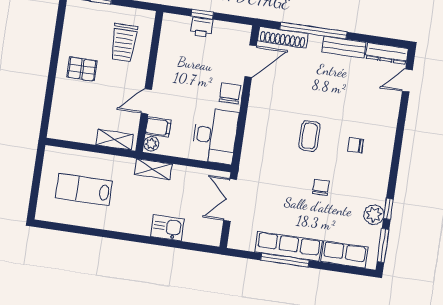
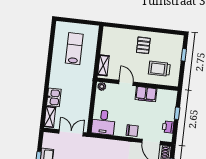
printer: (202, 27) -> (168, 127), moved
filing cabinet: (158, 127) -> (146, 94), moved, width x2.00
desk: (215, 136) -> (103, 122), width x0.73
shelving: (153, 169) -> (50, 117), moved

